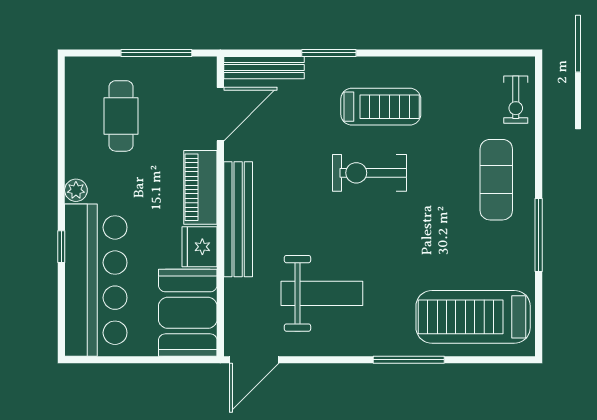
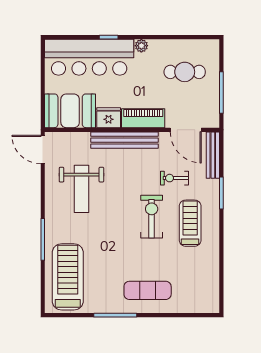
exercise bike: (516, 100) -> (175, 178), moved
treadmill: (381, 107) -> (190, 223), turned 180

